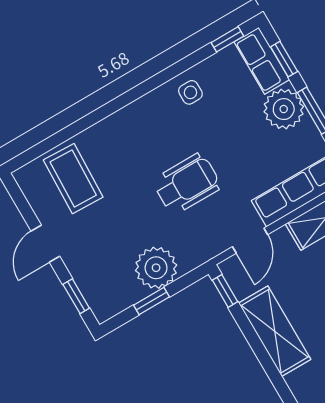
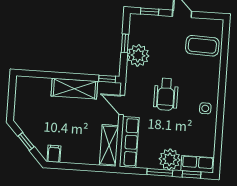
window: (227, 39) -> (217, 156), removed
side table: (190, 92) -> (205, 108), moved

